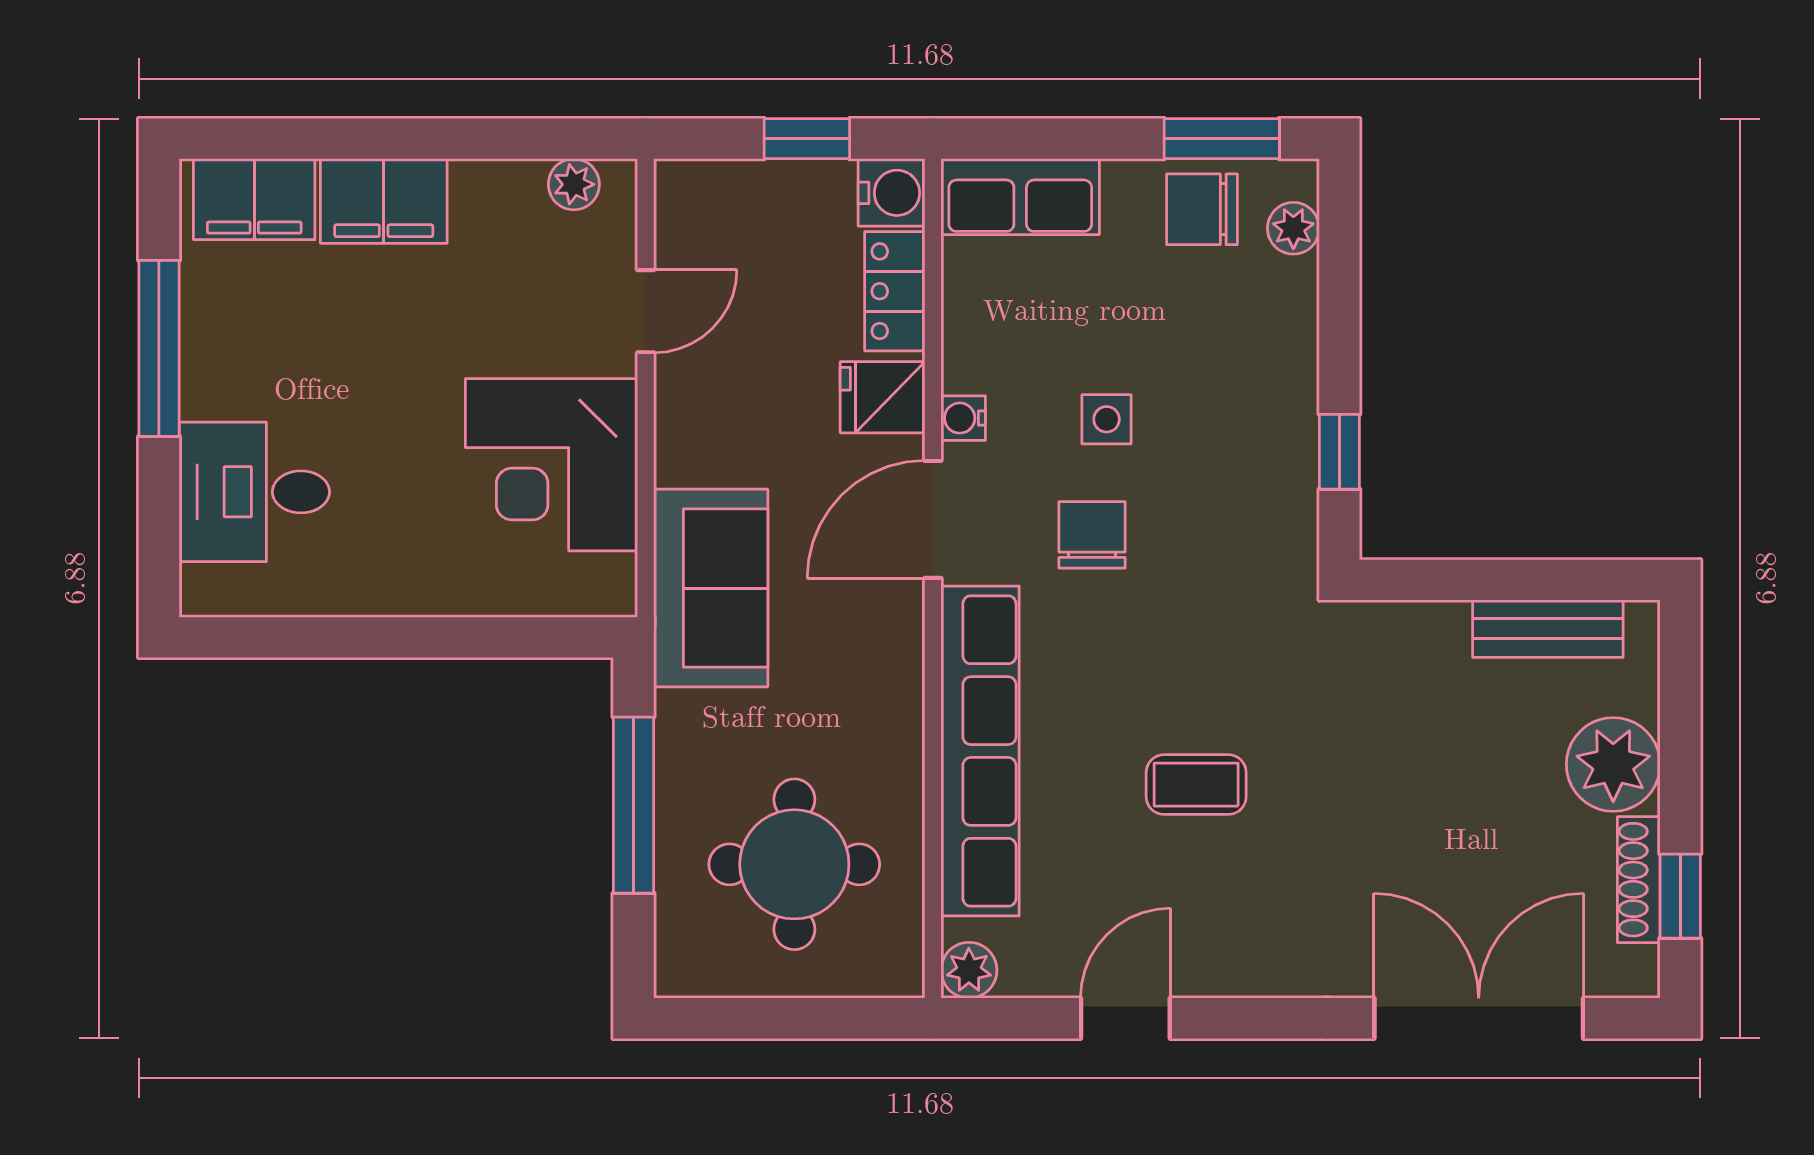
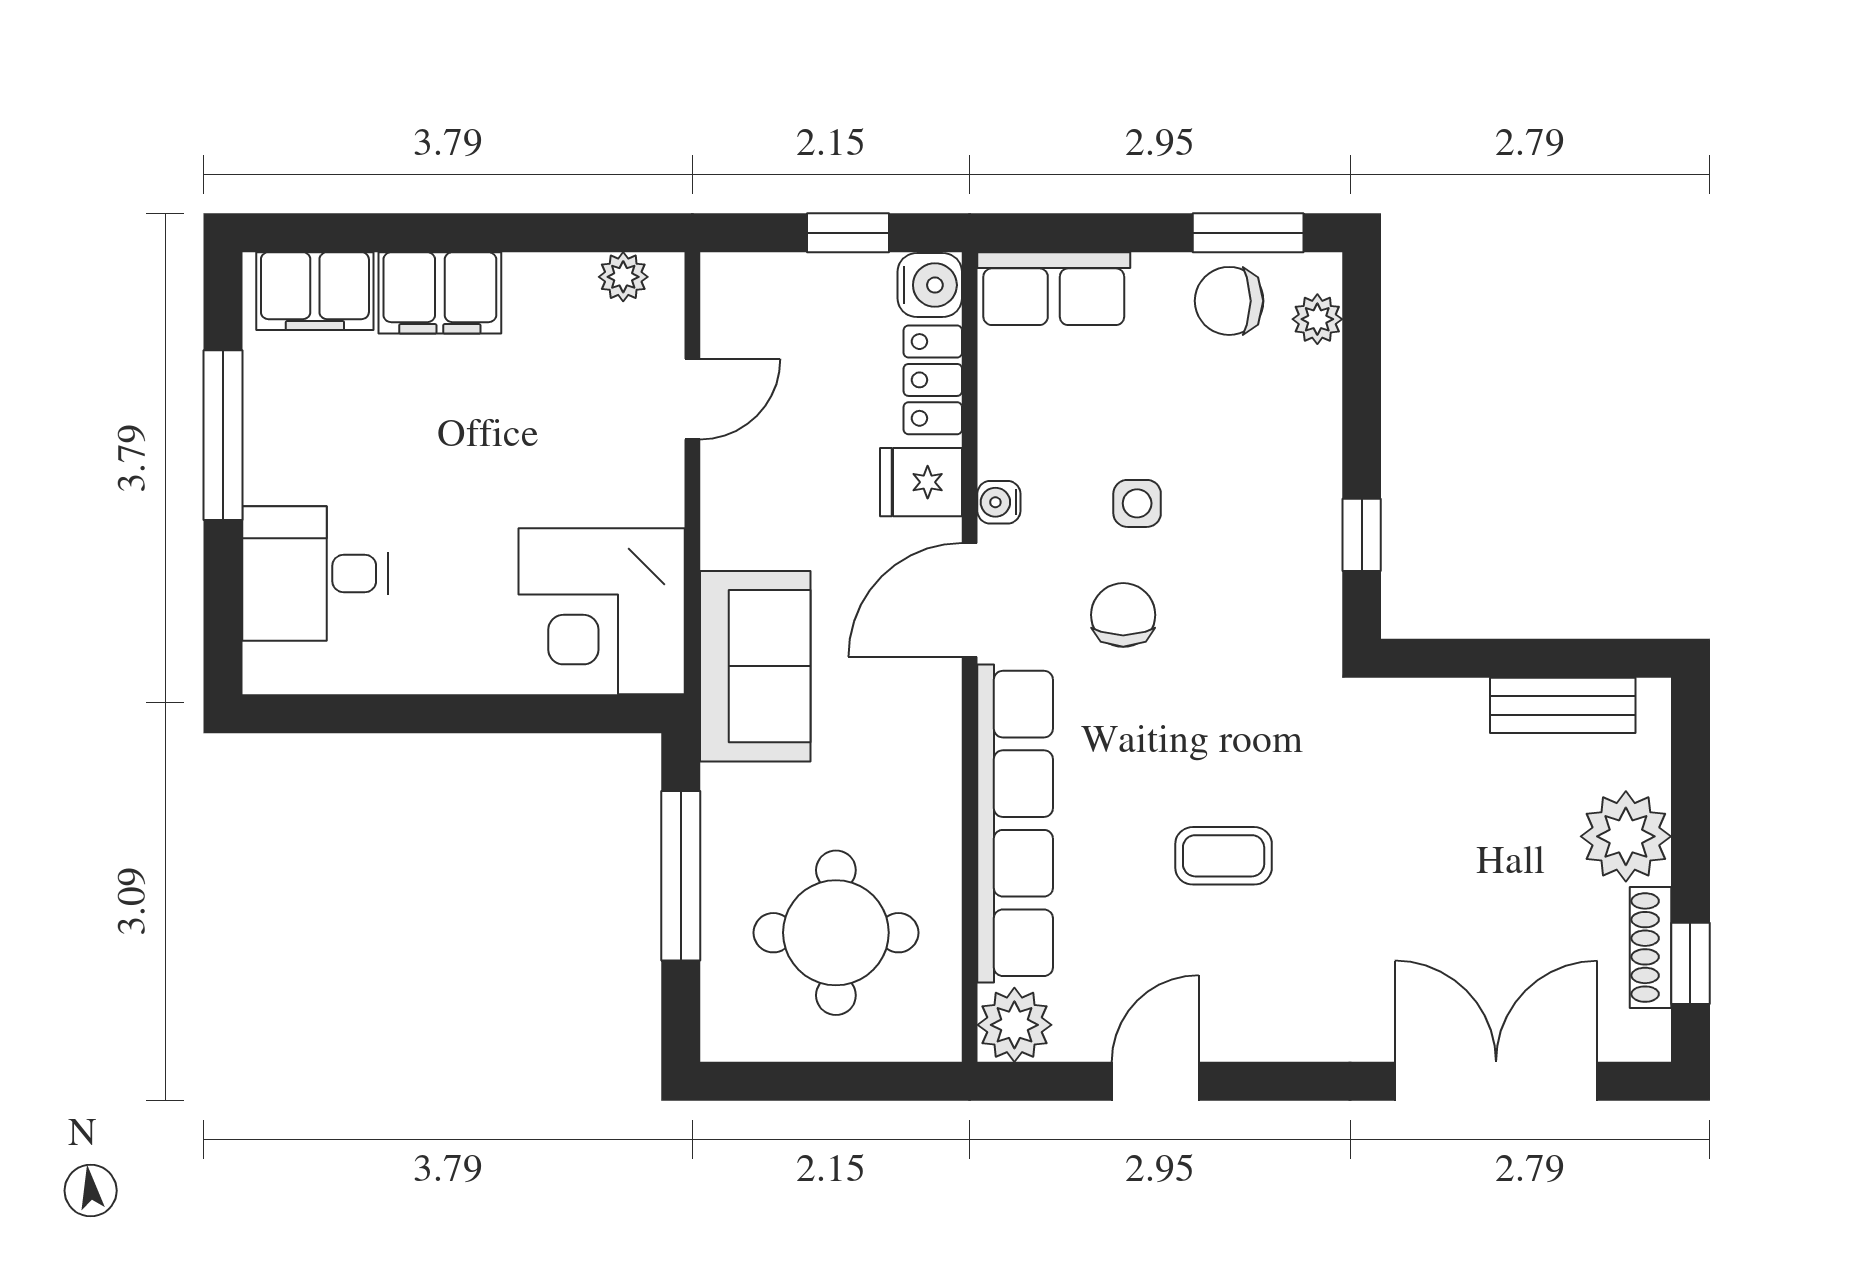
corner desk: (551, 465) -> (602, 611), moved
plant: (969, 970) -> (1014, 1025), width x1.38, depth x1.38

